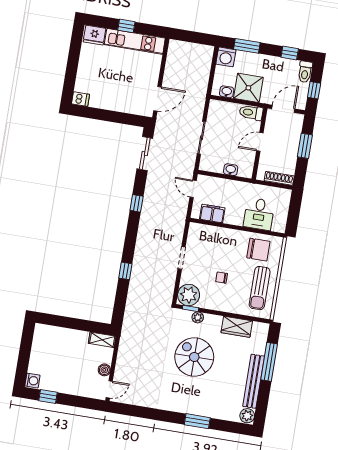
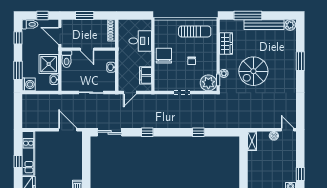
chair: (258, 250) -> (164, 56), moved

